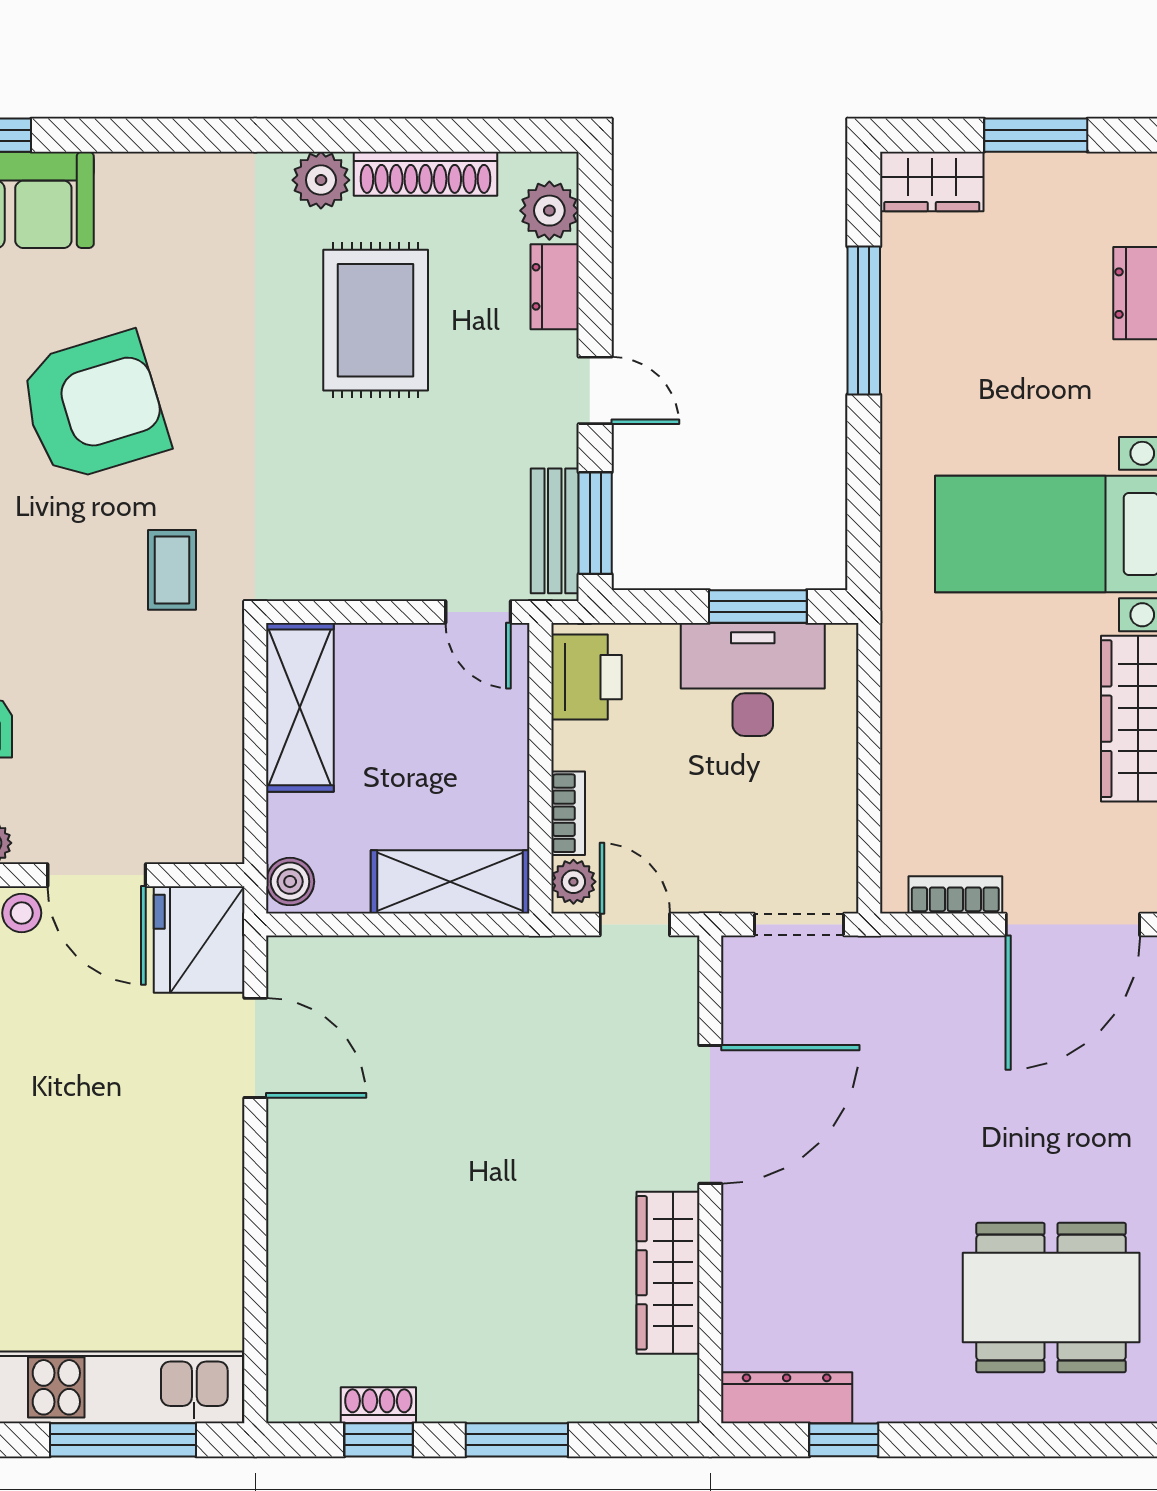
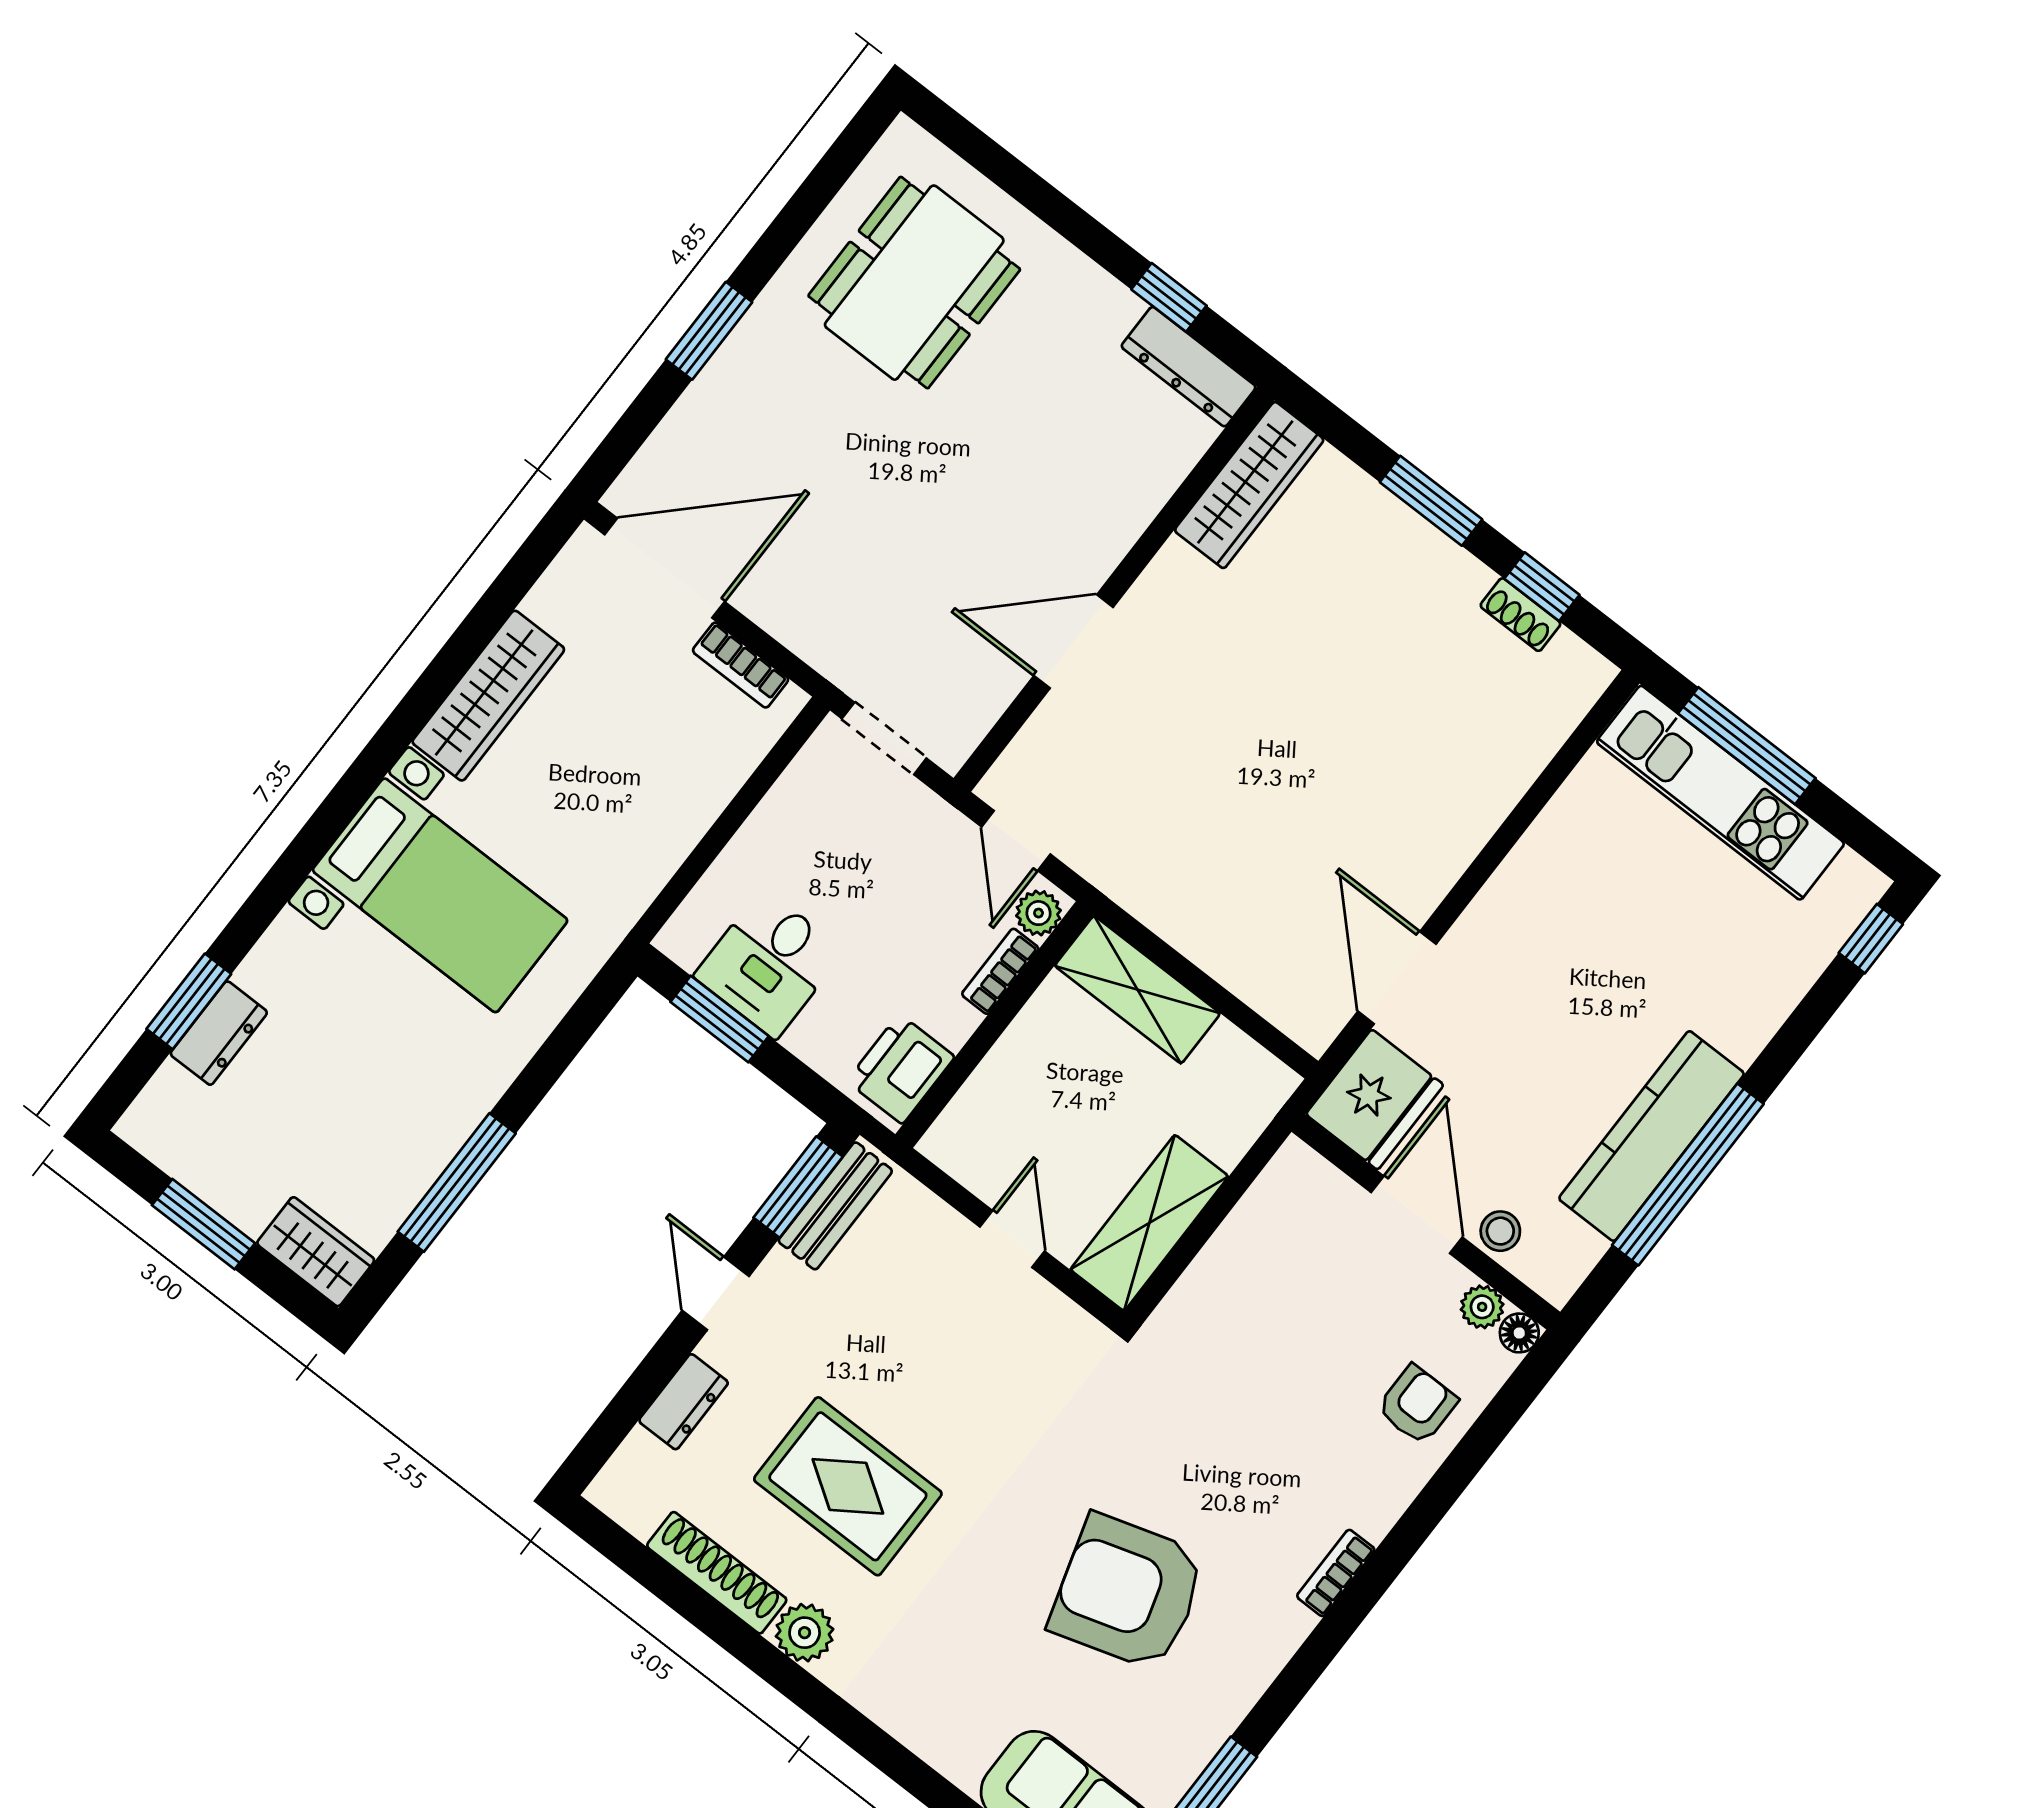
plant: (549, 211) -> (640, 1466), removed
rug: (376, 320) -> (848, 1486), turned 90
coffee table: (172, 570) -> (1166, 1413), removed
door: (478, 612) -> (1012, 1239), moved
desk: (753, 680) -> (769, 964), width x0.73
boiler: (290, 882) -> (1266, 1089), removed
door: (710, 1114) -> (1074, 641), width x0.73
wardrobe: (668, 1273) -> (1249, 485), moved
dining table: (1051, 1298) -> (914, 283), turned 90

